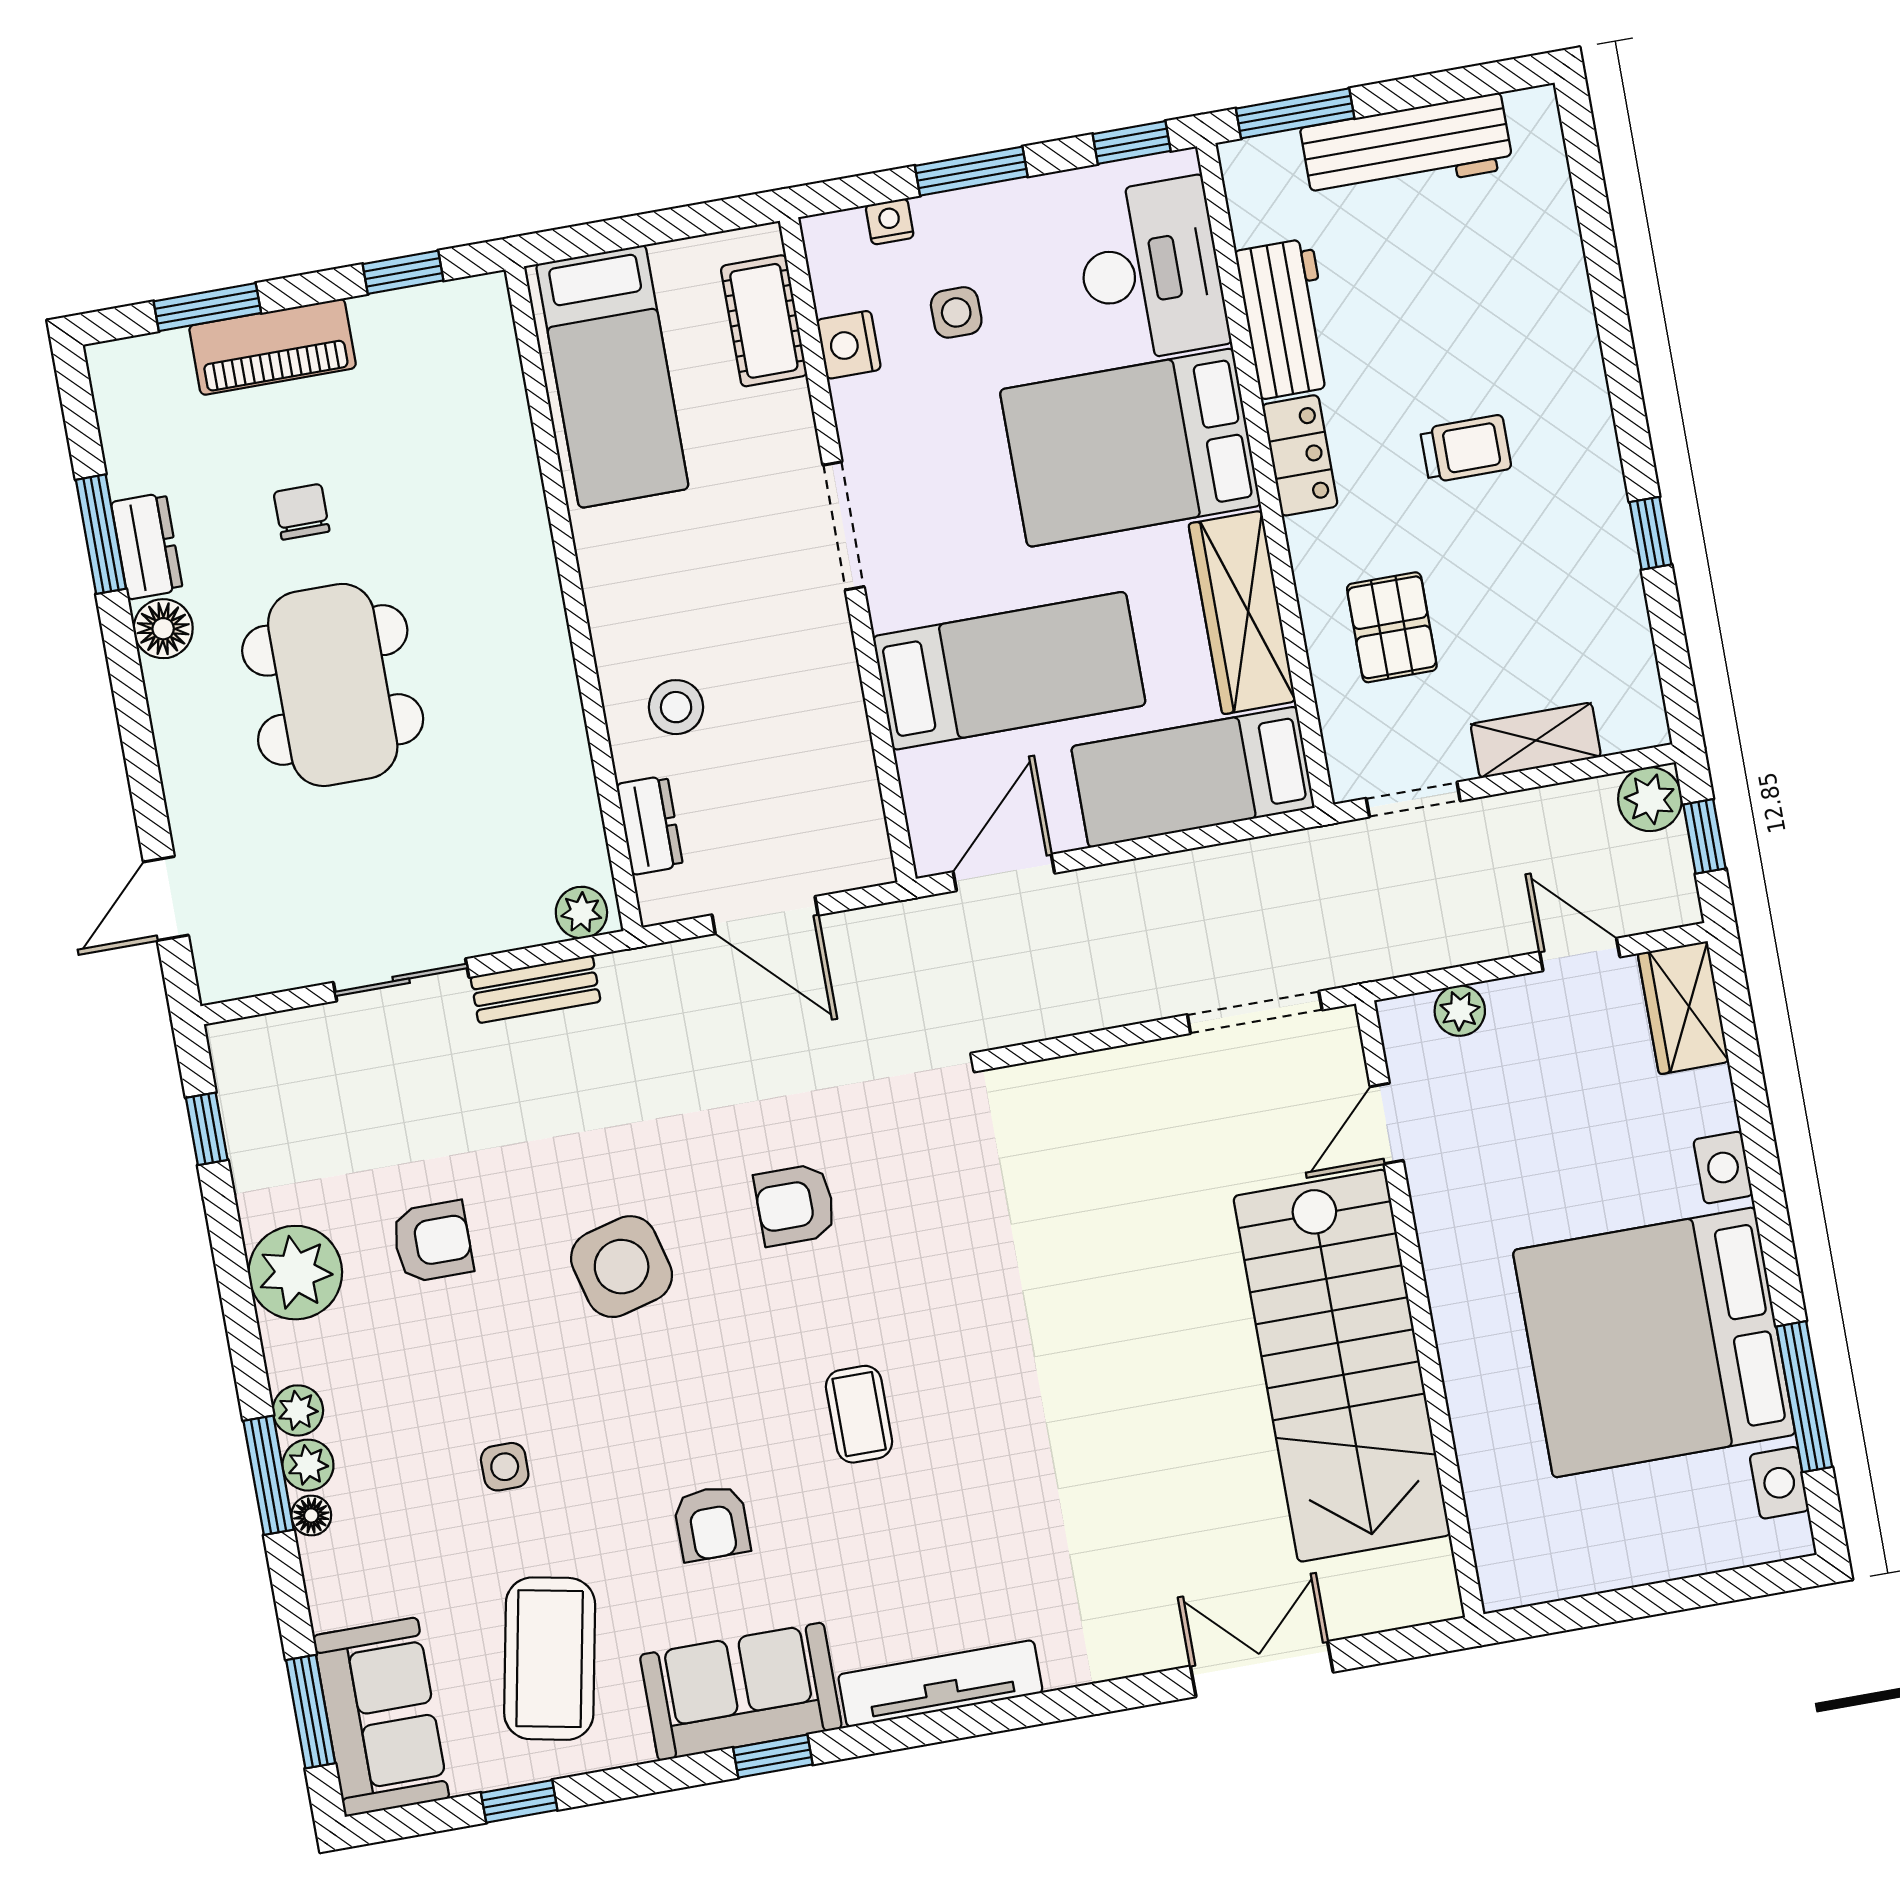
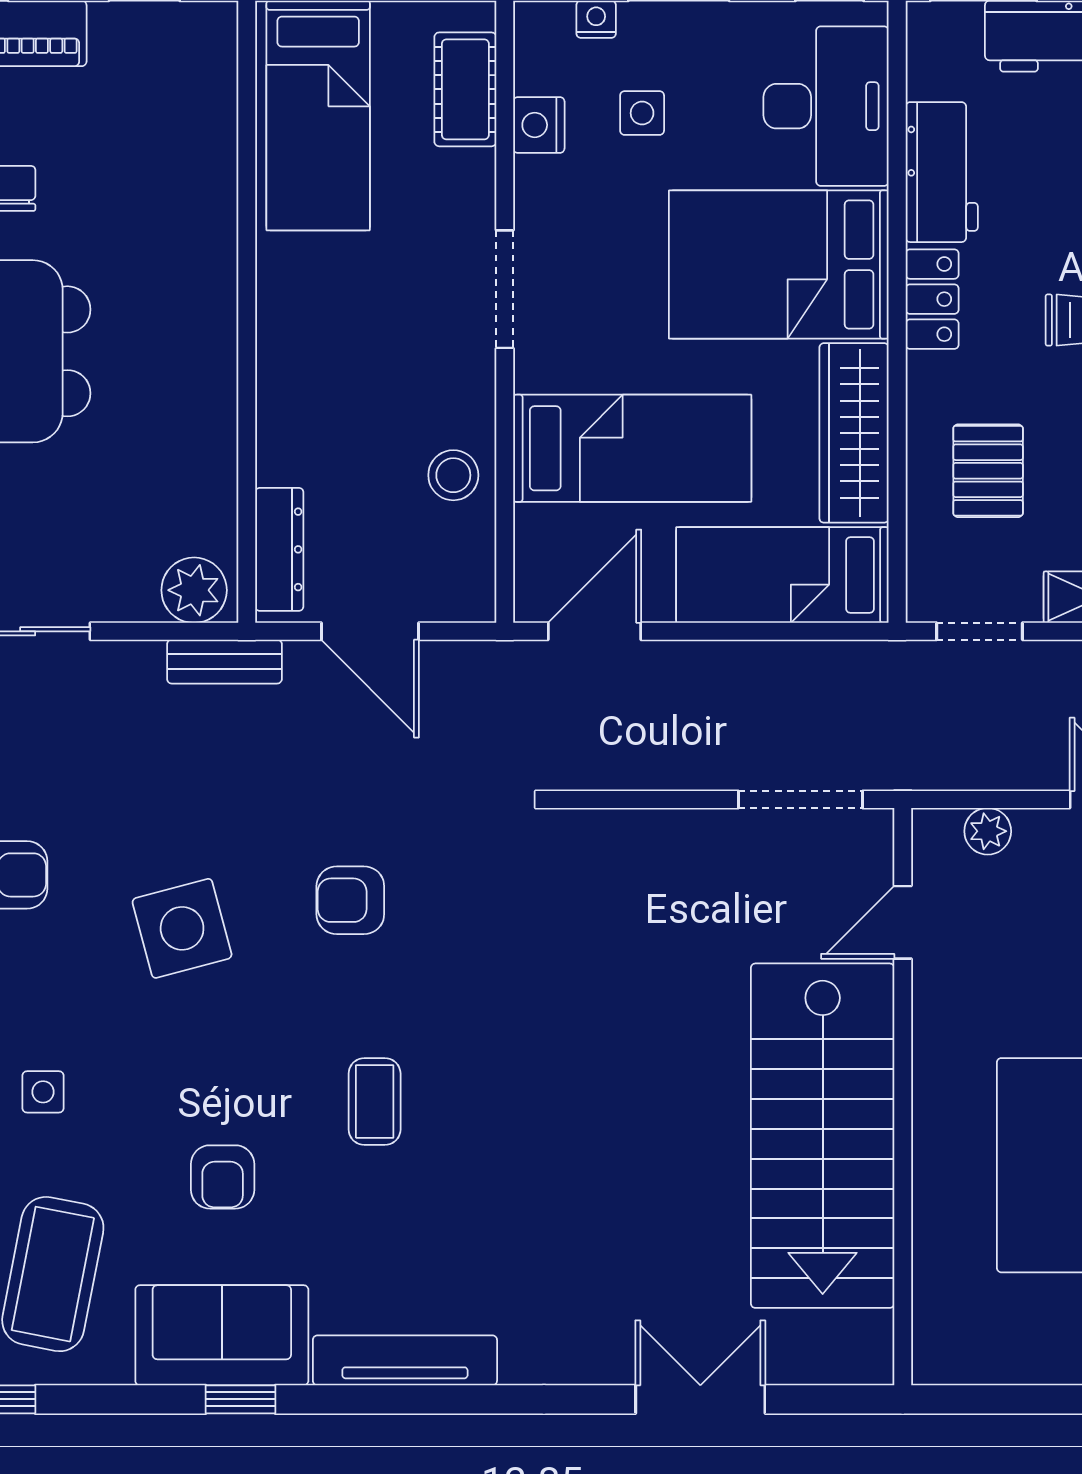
stool: (676, 707) -> (453, 475), moved
dresser: (650, 825) -> (279, 549), width x1.44
plant: (581, 912) -> (194, 590), width x1.38, depth x1.38
bench: (535, 989) -> (224, 662), moved

